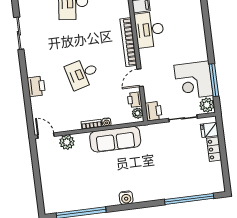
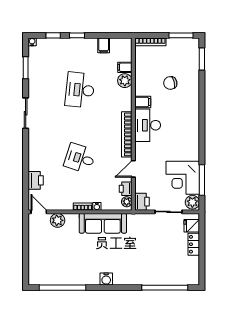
desk: (82, 74) -> (80, 158), turned 33
printer: (36, 86) -> (36, 180), moved

